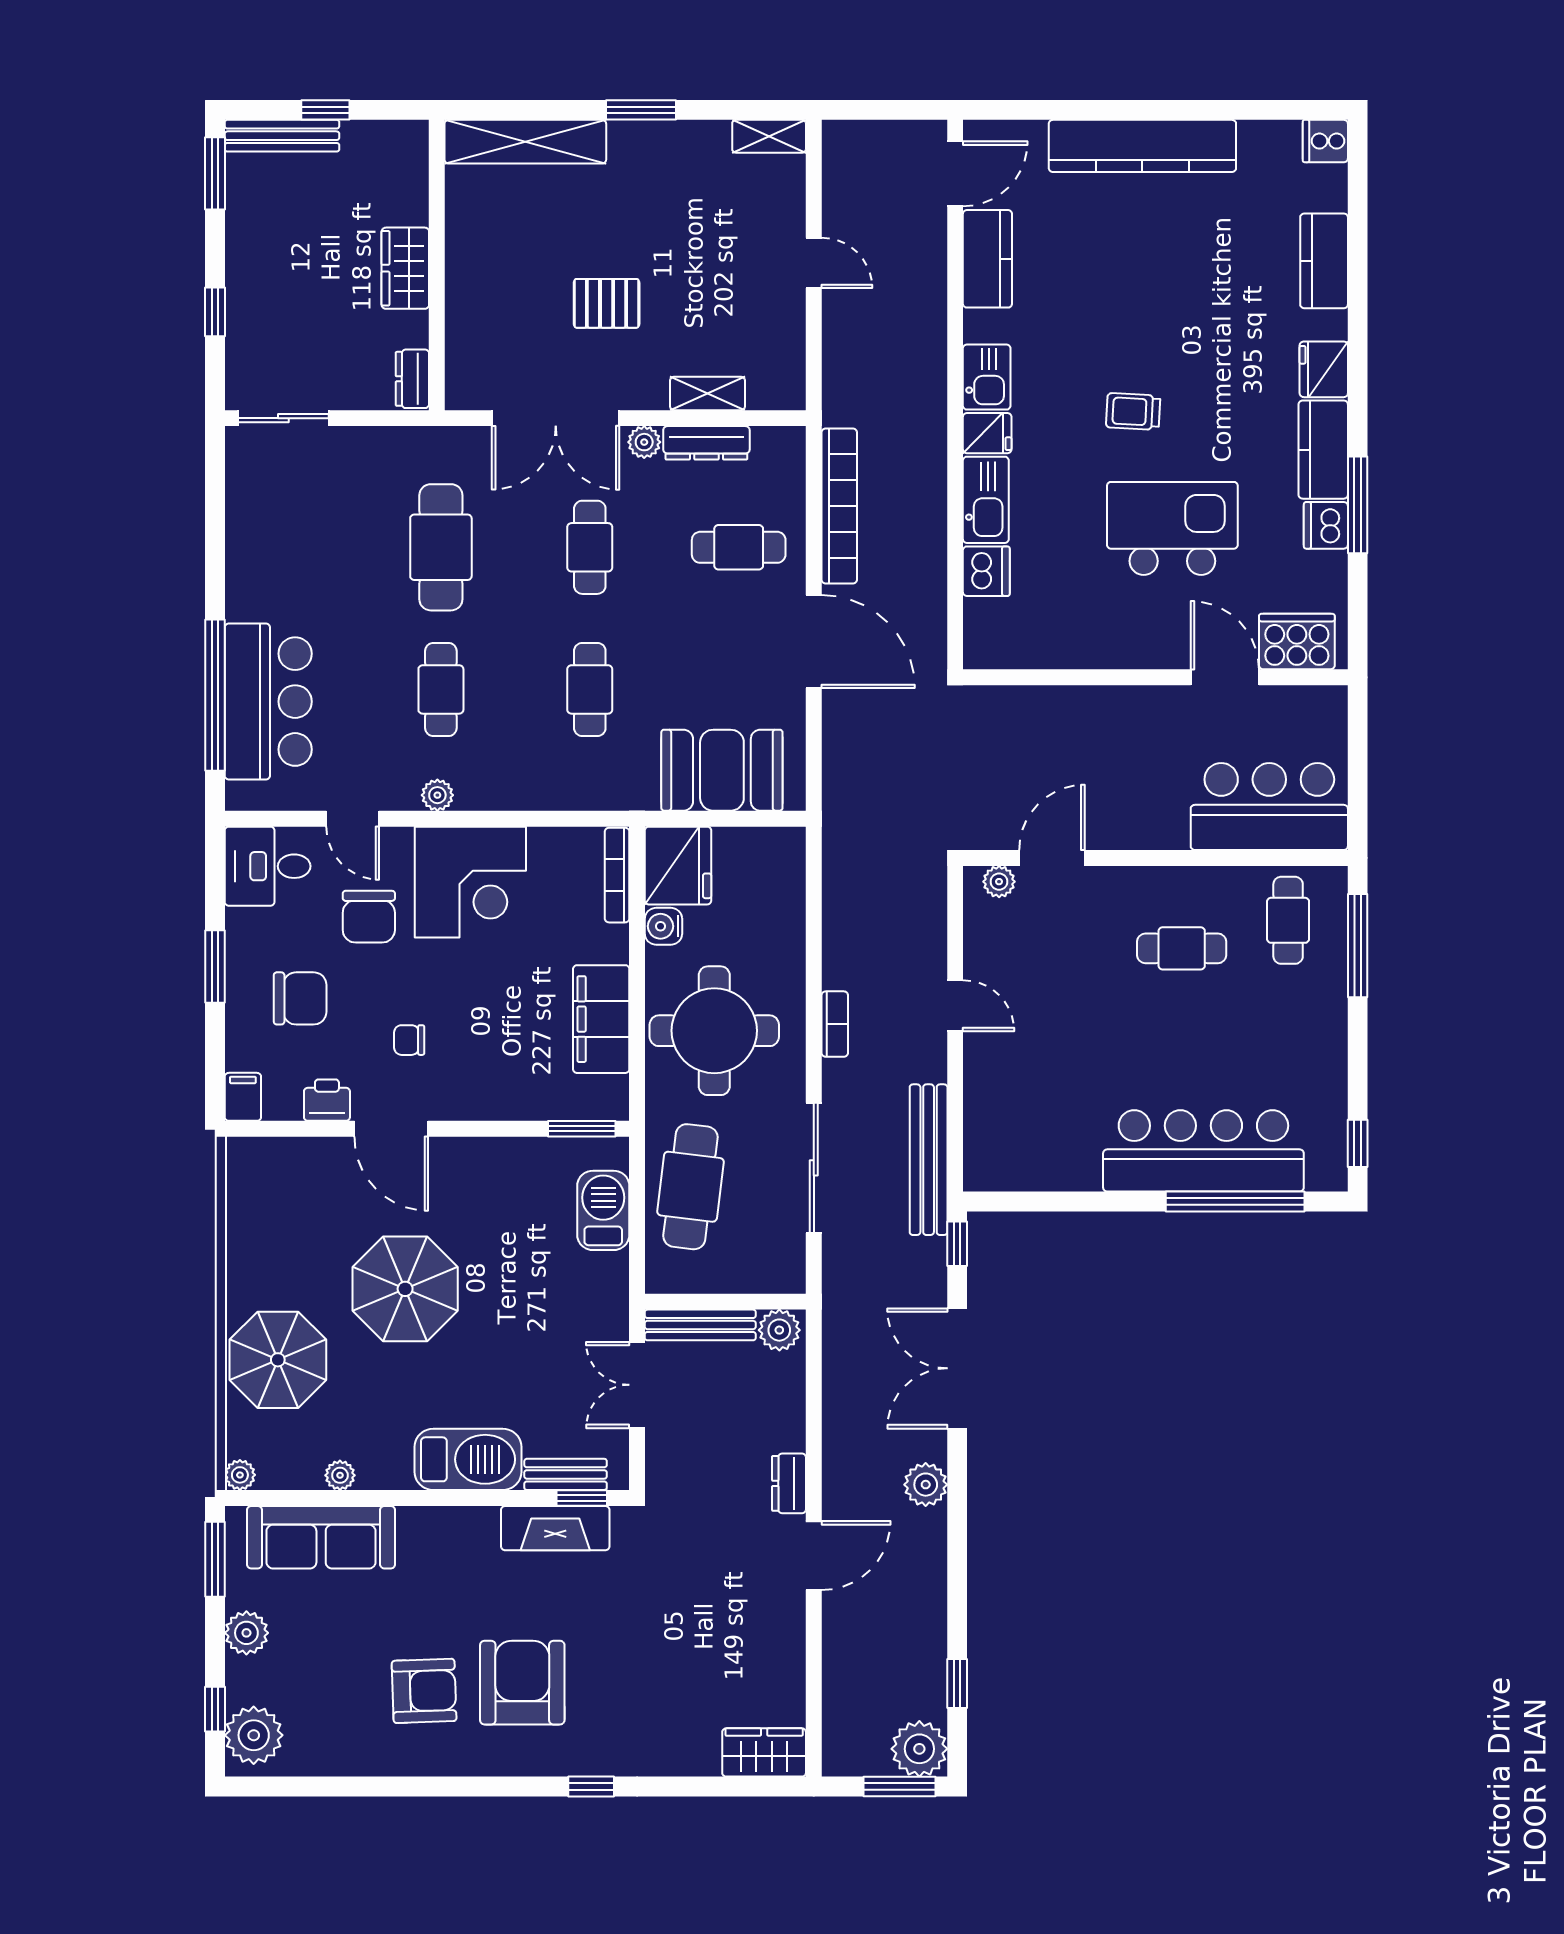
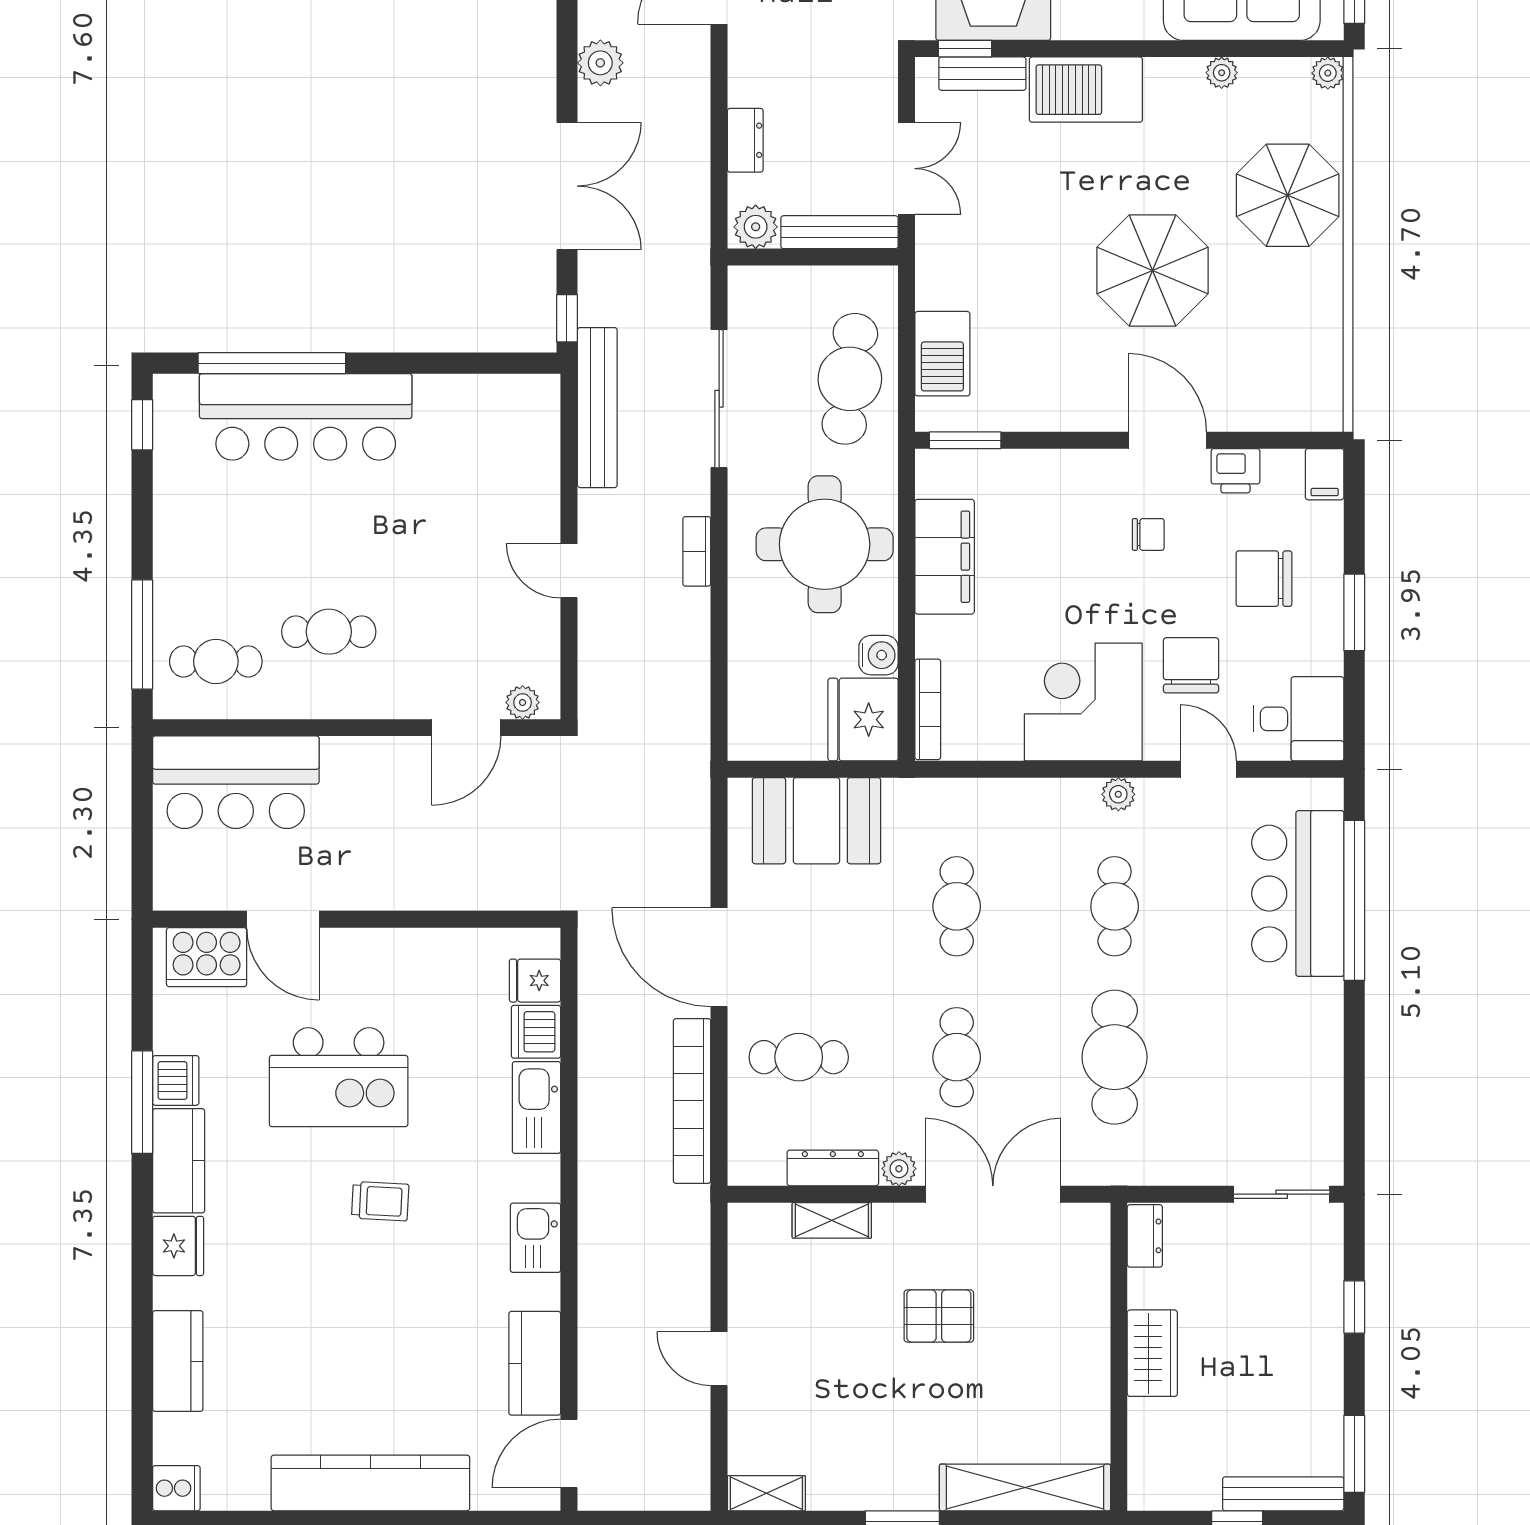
fridge: (987, 433) -> (535, 981), moved
cafe table: (1288, 920) -> (216, 661), turned 90
dresser: (789, 1483) -> (745, 140), moved

